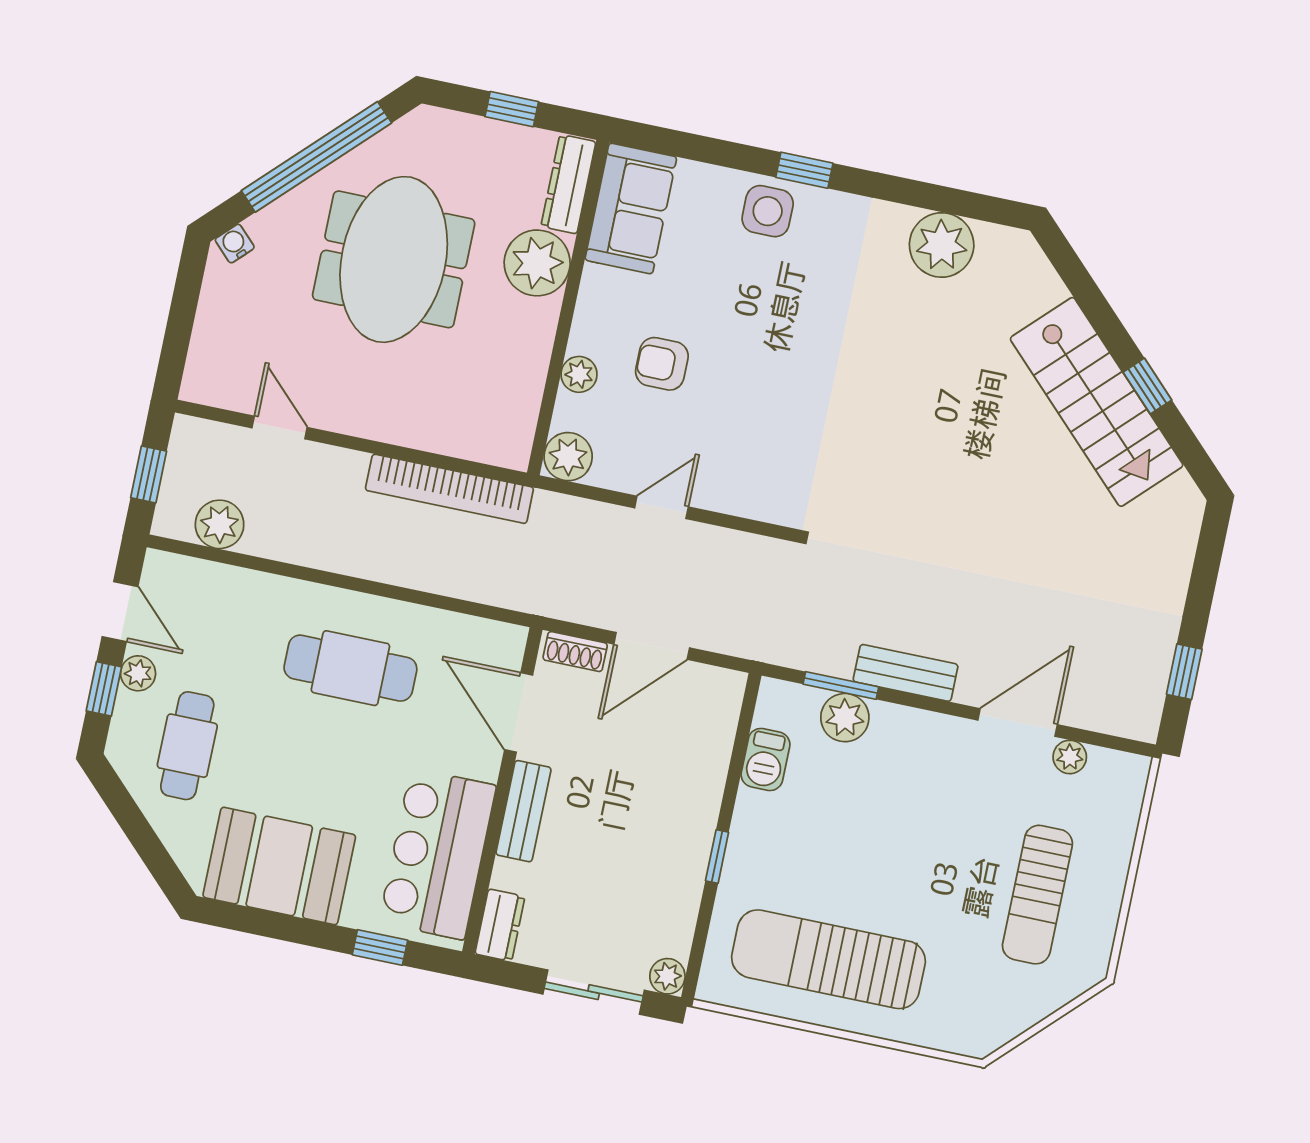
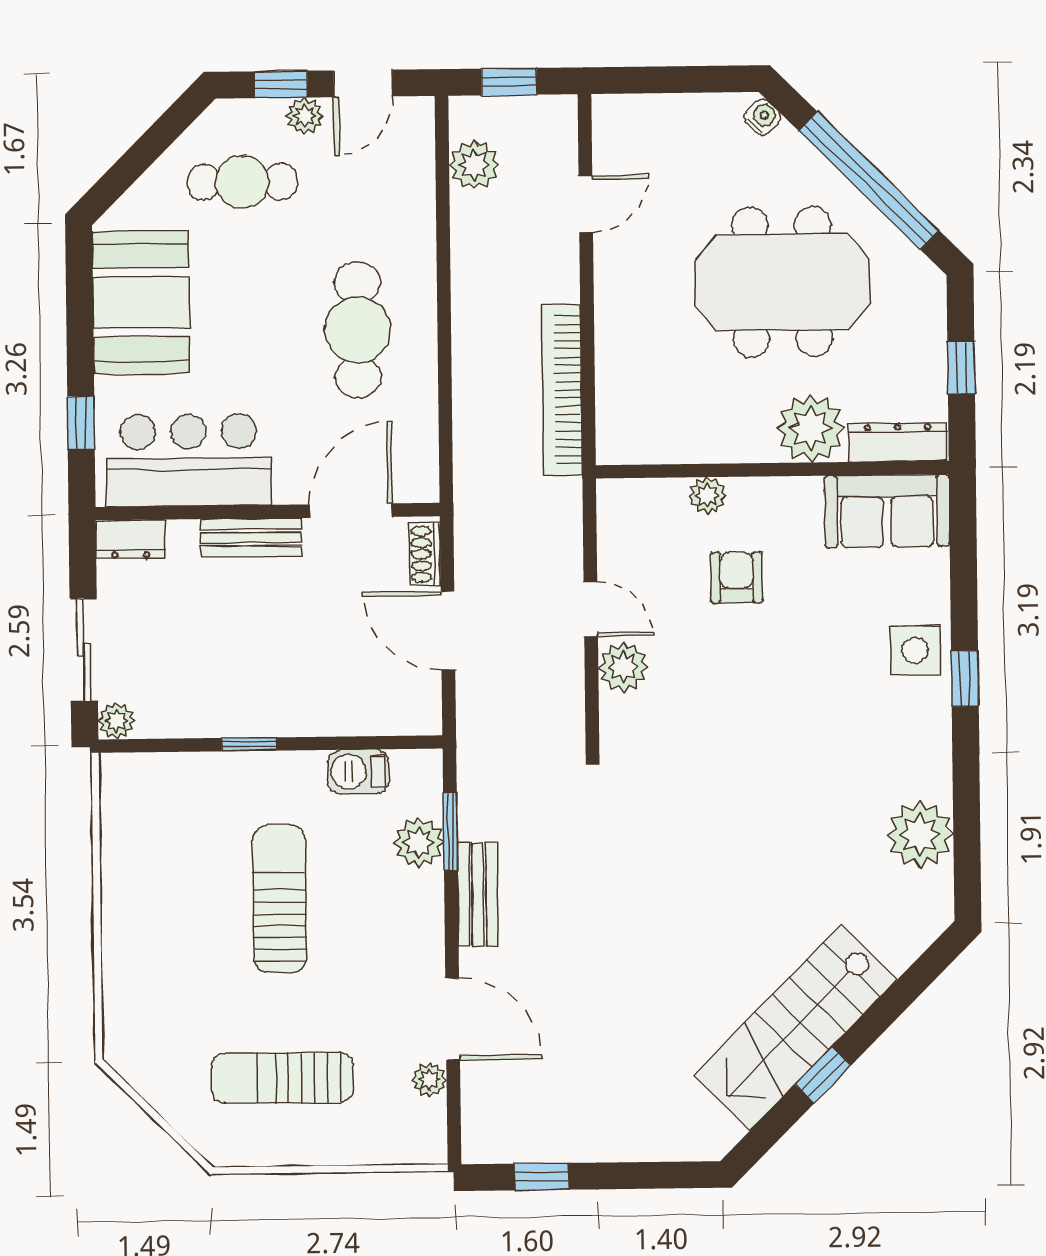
plant: (568, 457) -> (623, 667), moved
sun lounger: (828, 959) -> (280, 899), moved, width x0.73, depth x0.75

